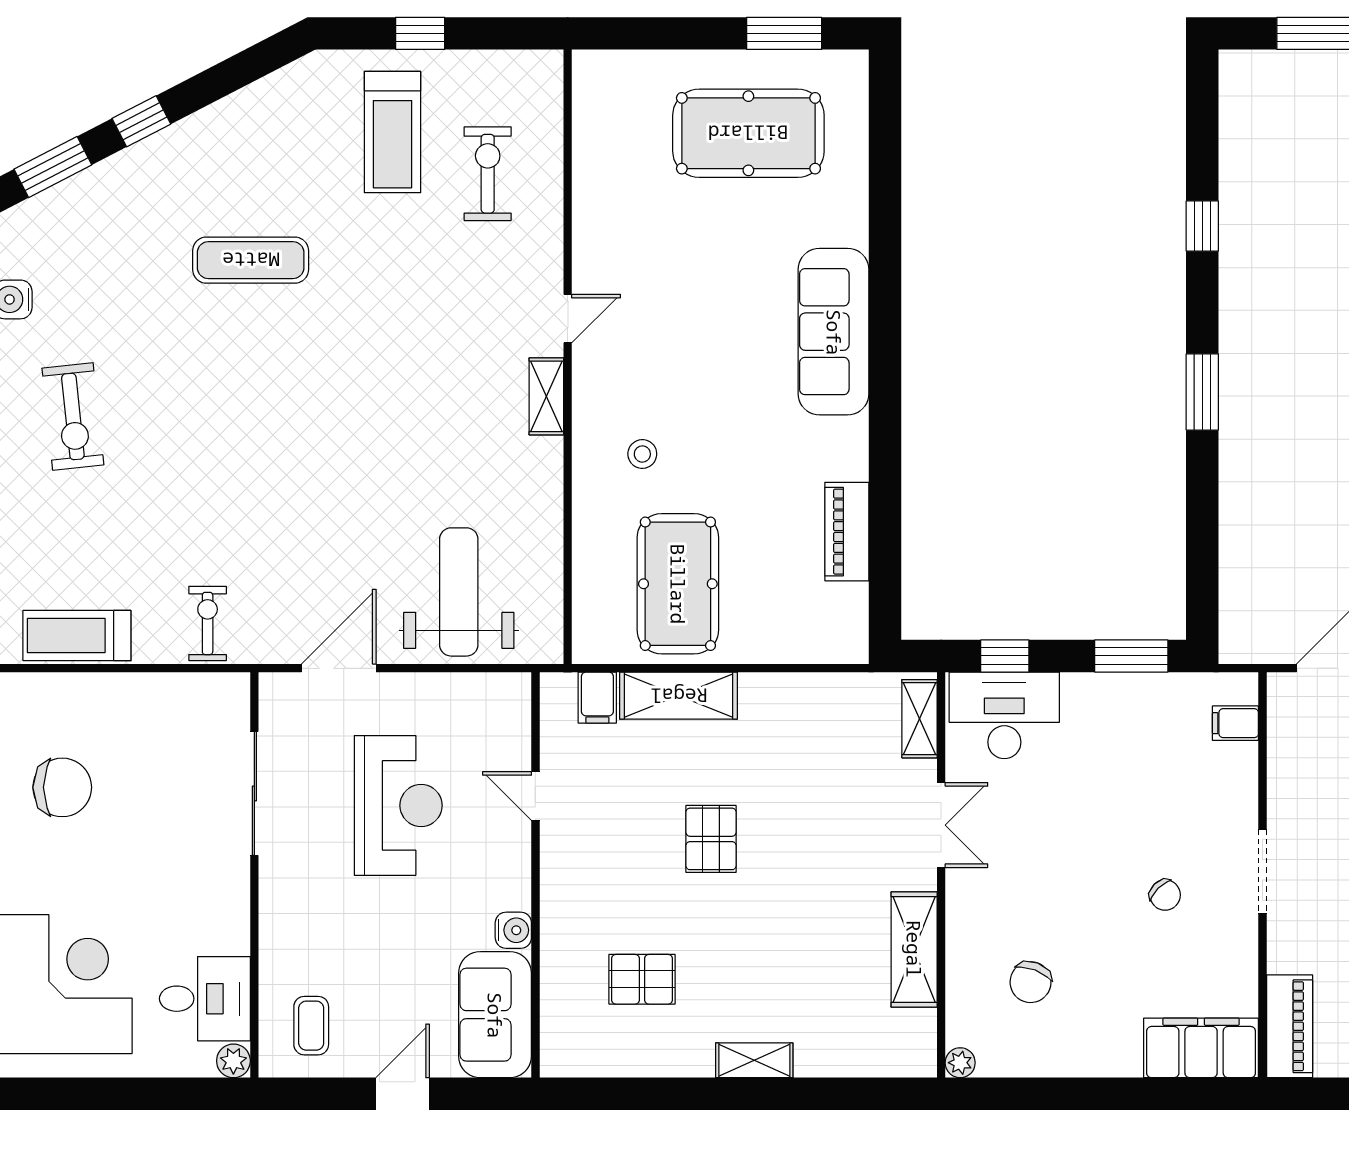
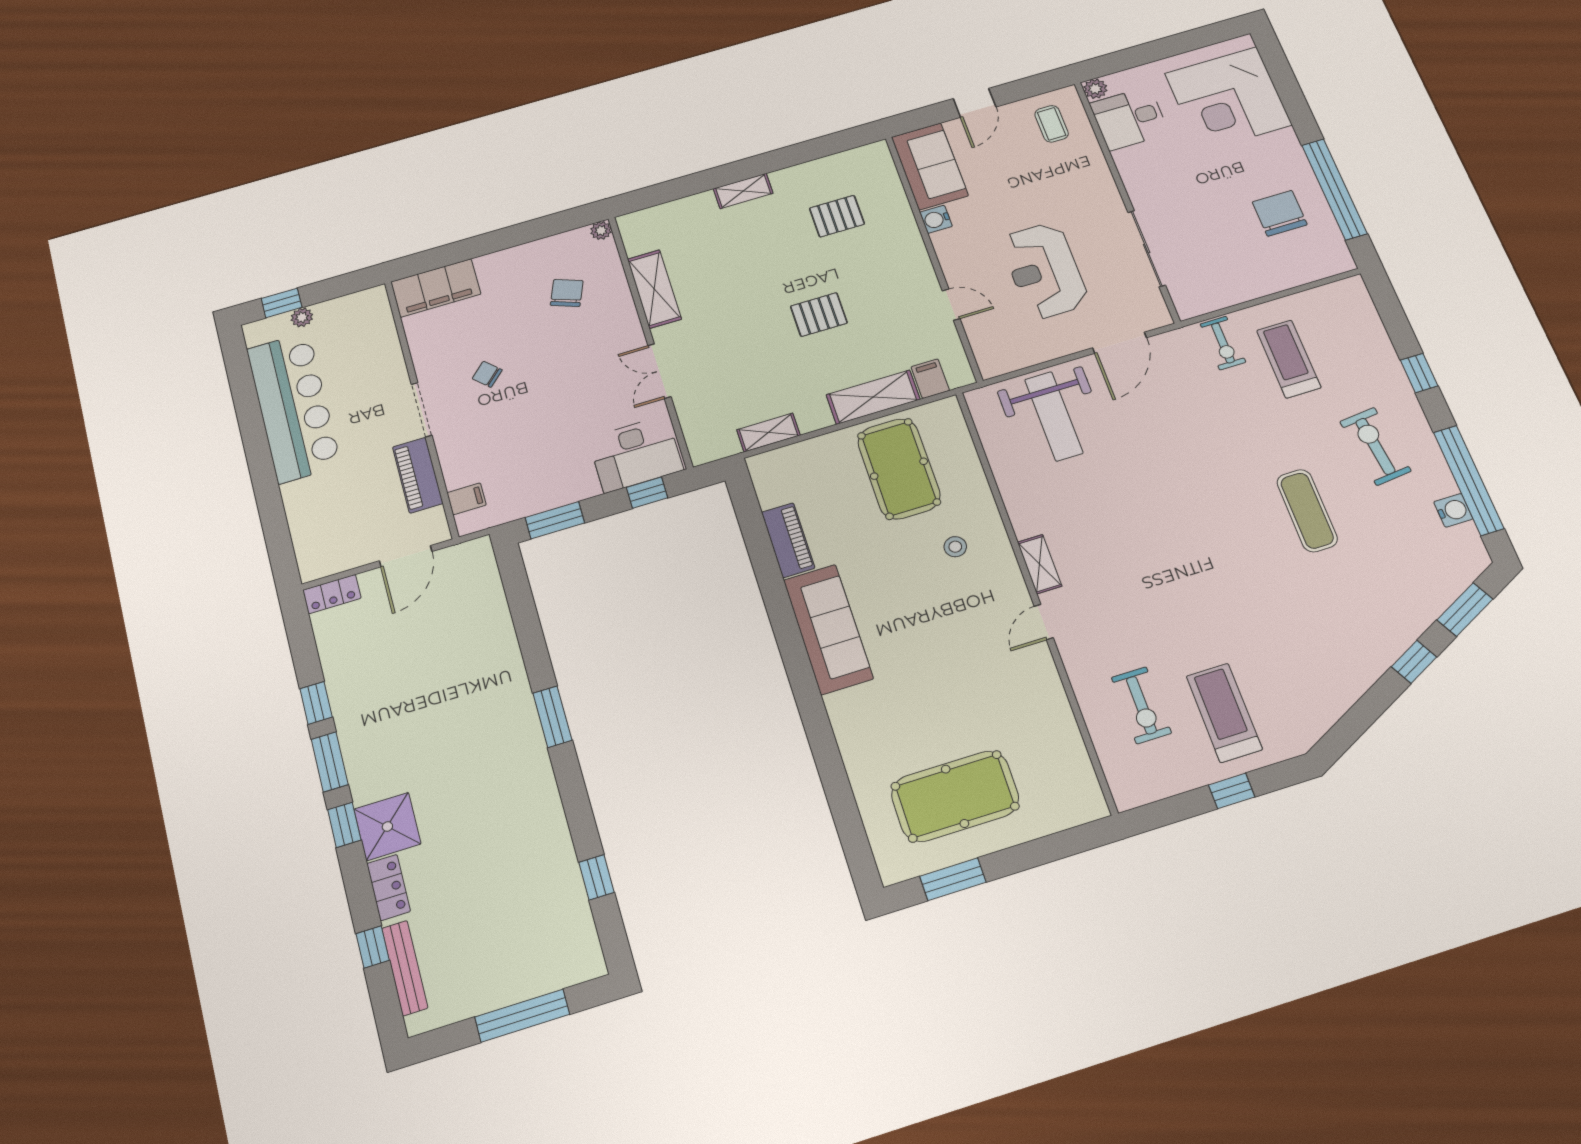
window: (1202, 226) -> (597, 877), moved
exercise mat: (251, 260) -> (1307, 511), moved, turned 90
sofa: (834, 332) -> (828, 629), moved
treadmill: (77, 636) -> (1289, 359), moved, turned -90
shelving: (920, 719) -> (768, 432), moved, turned 90
chair: (62, 787) -> (1280, 213), turned 90
pallet: (711, 839) -> (819, 315), turned 90
piano: (1290, 1026) -> (418, 475), moved

